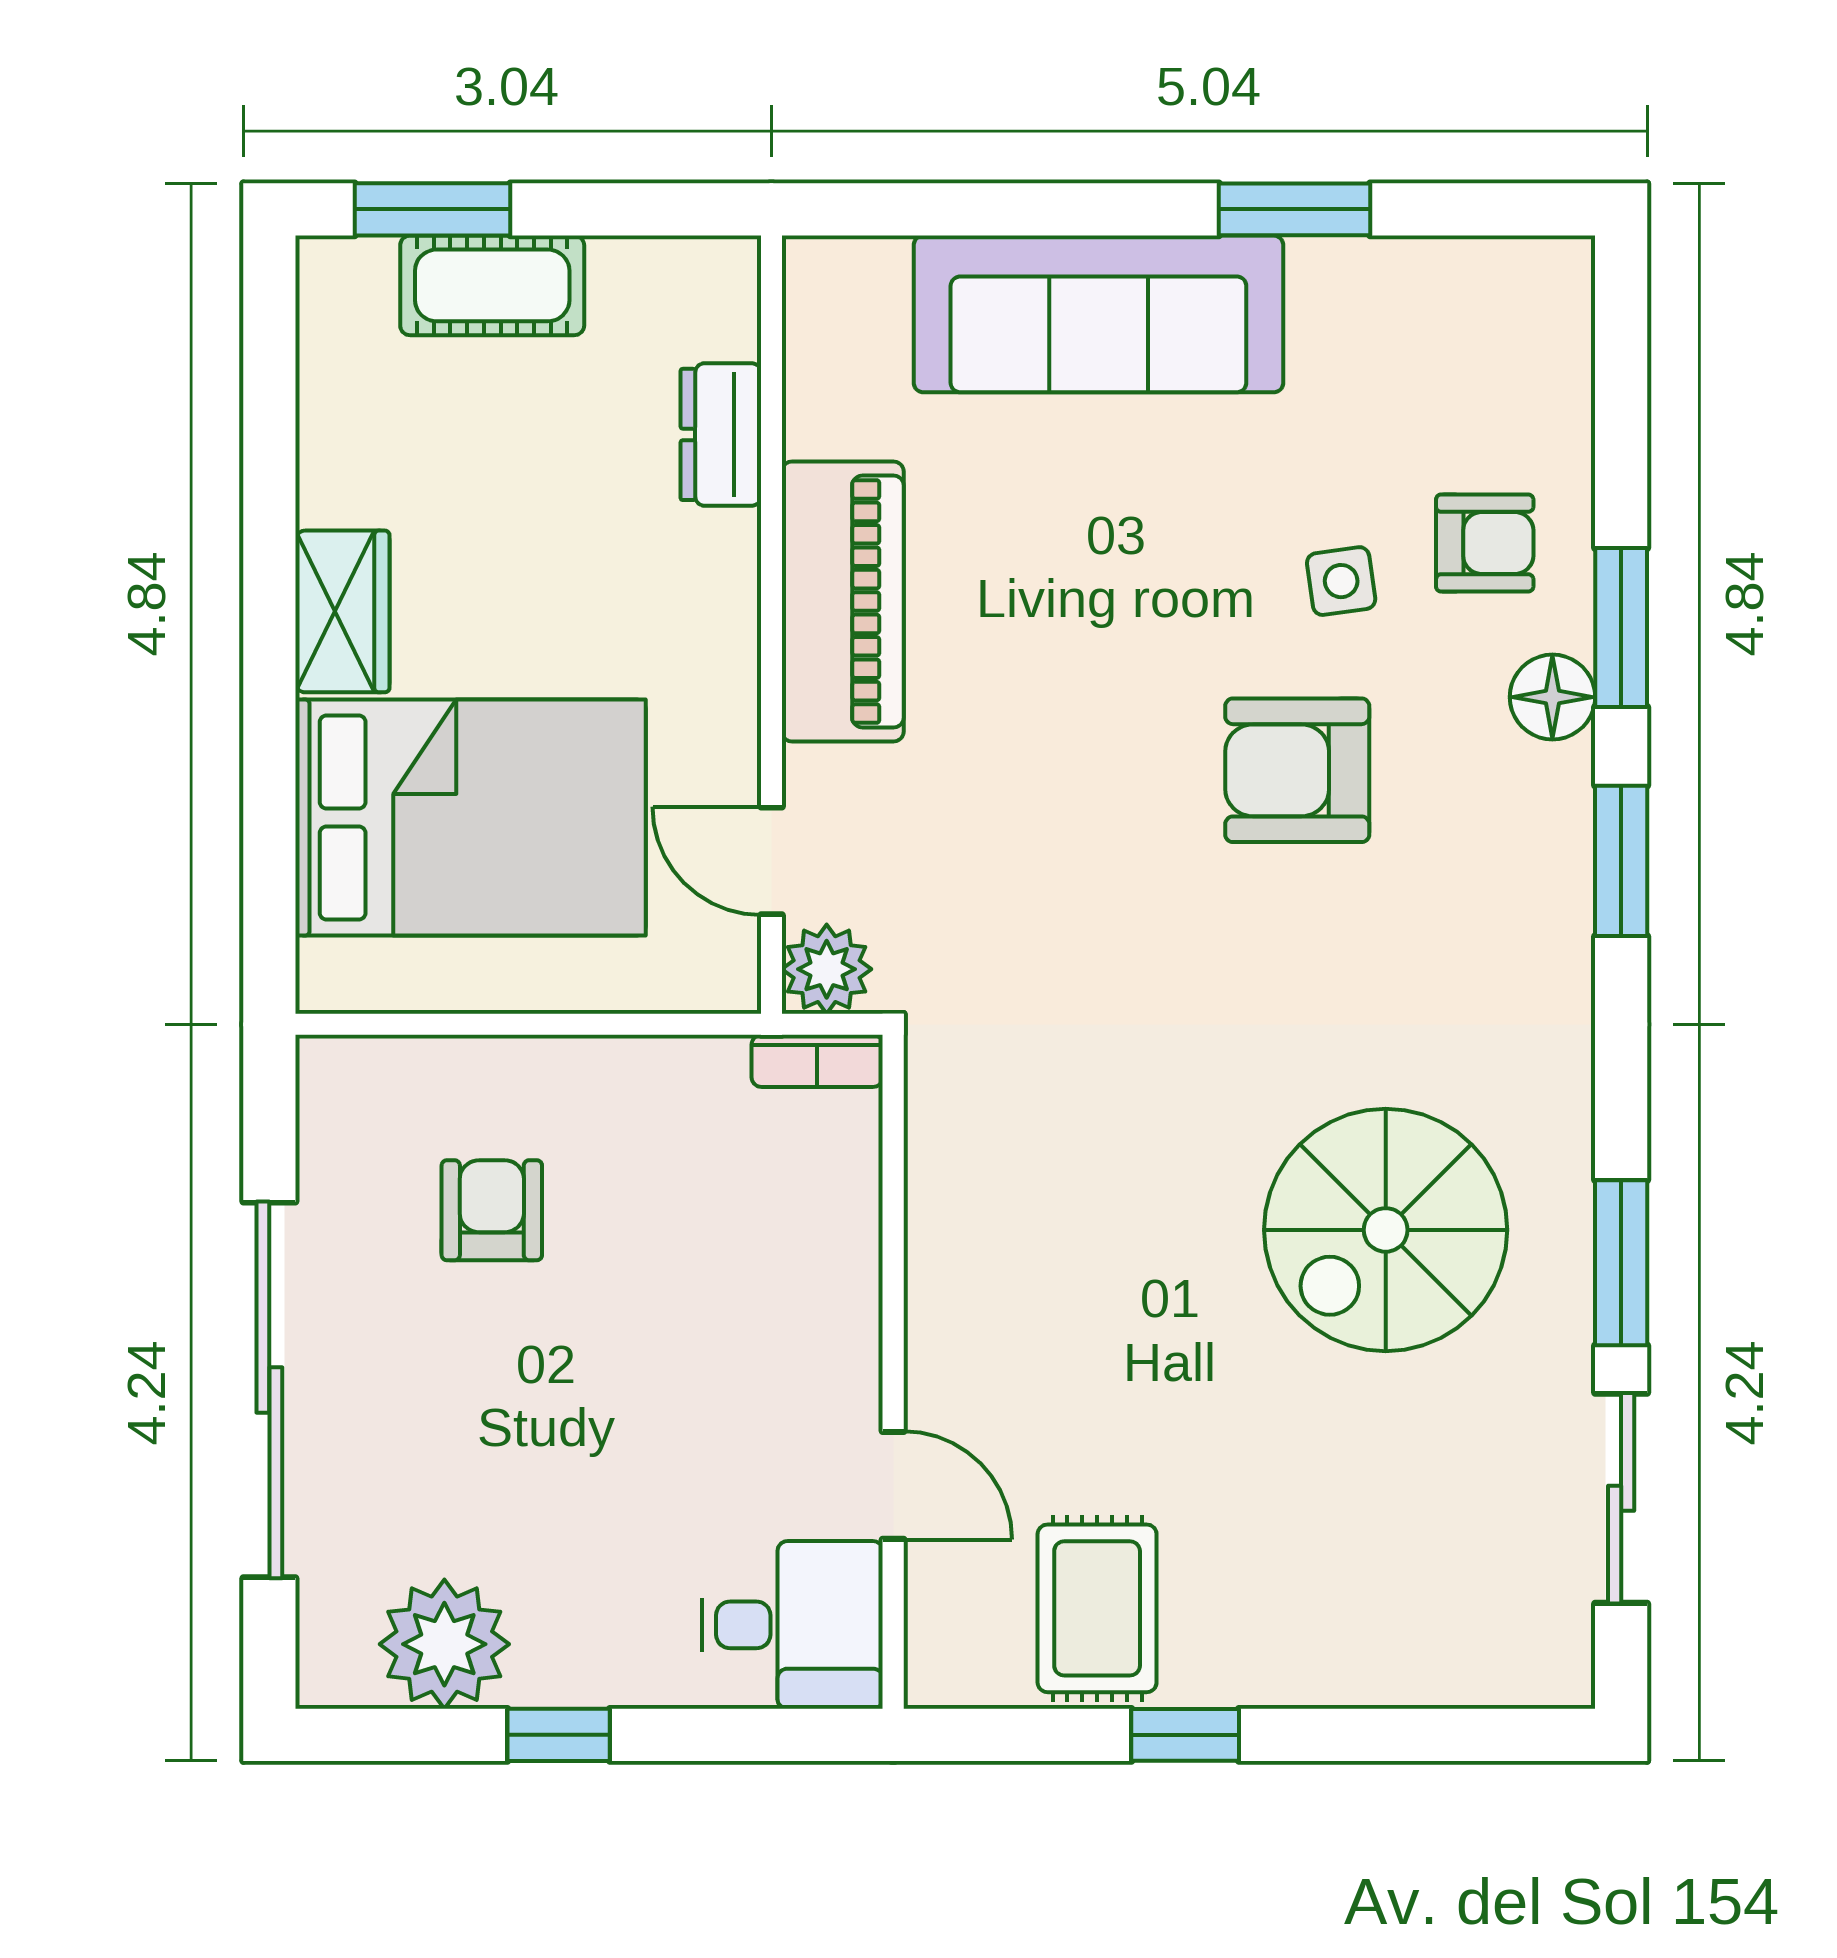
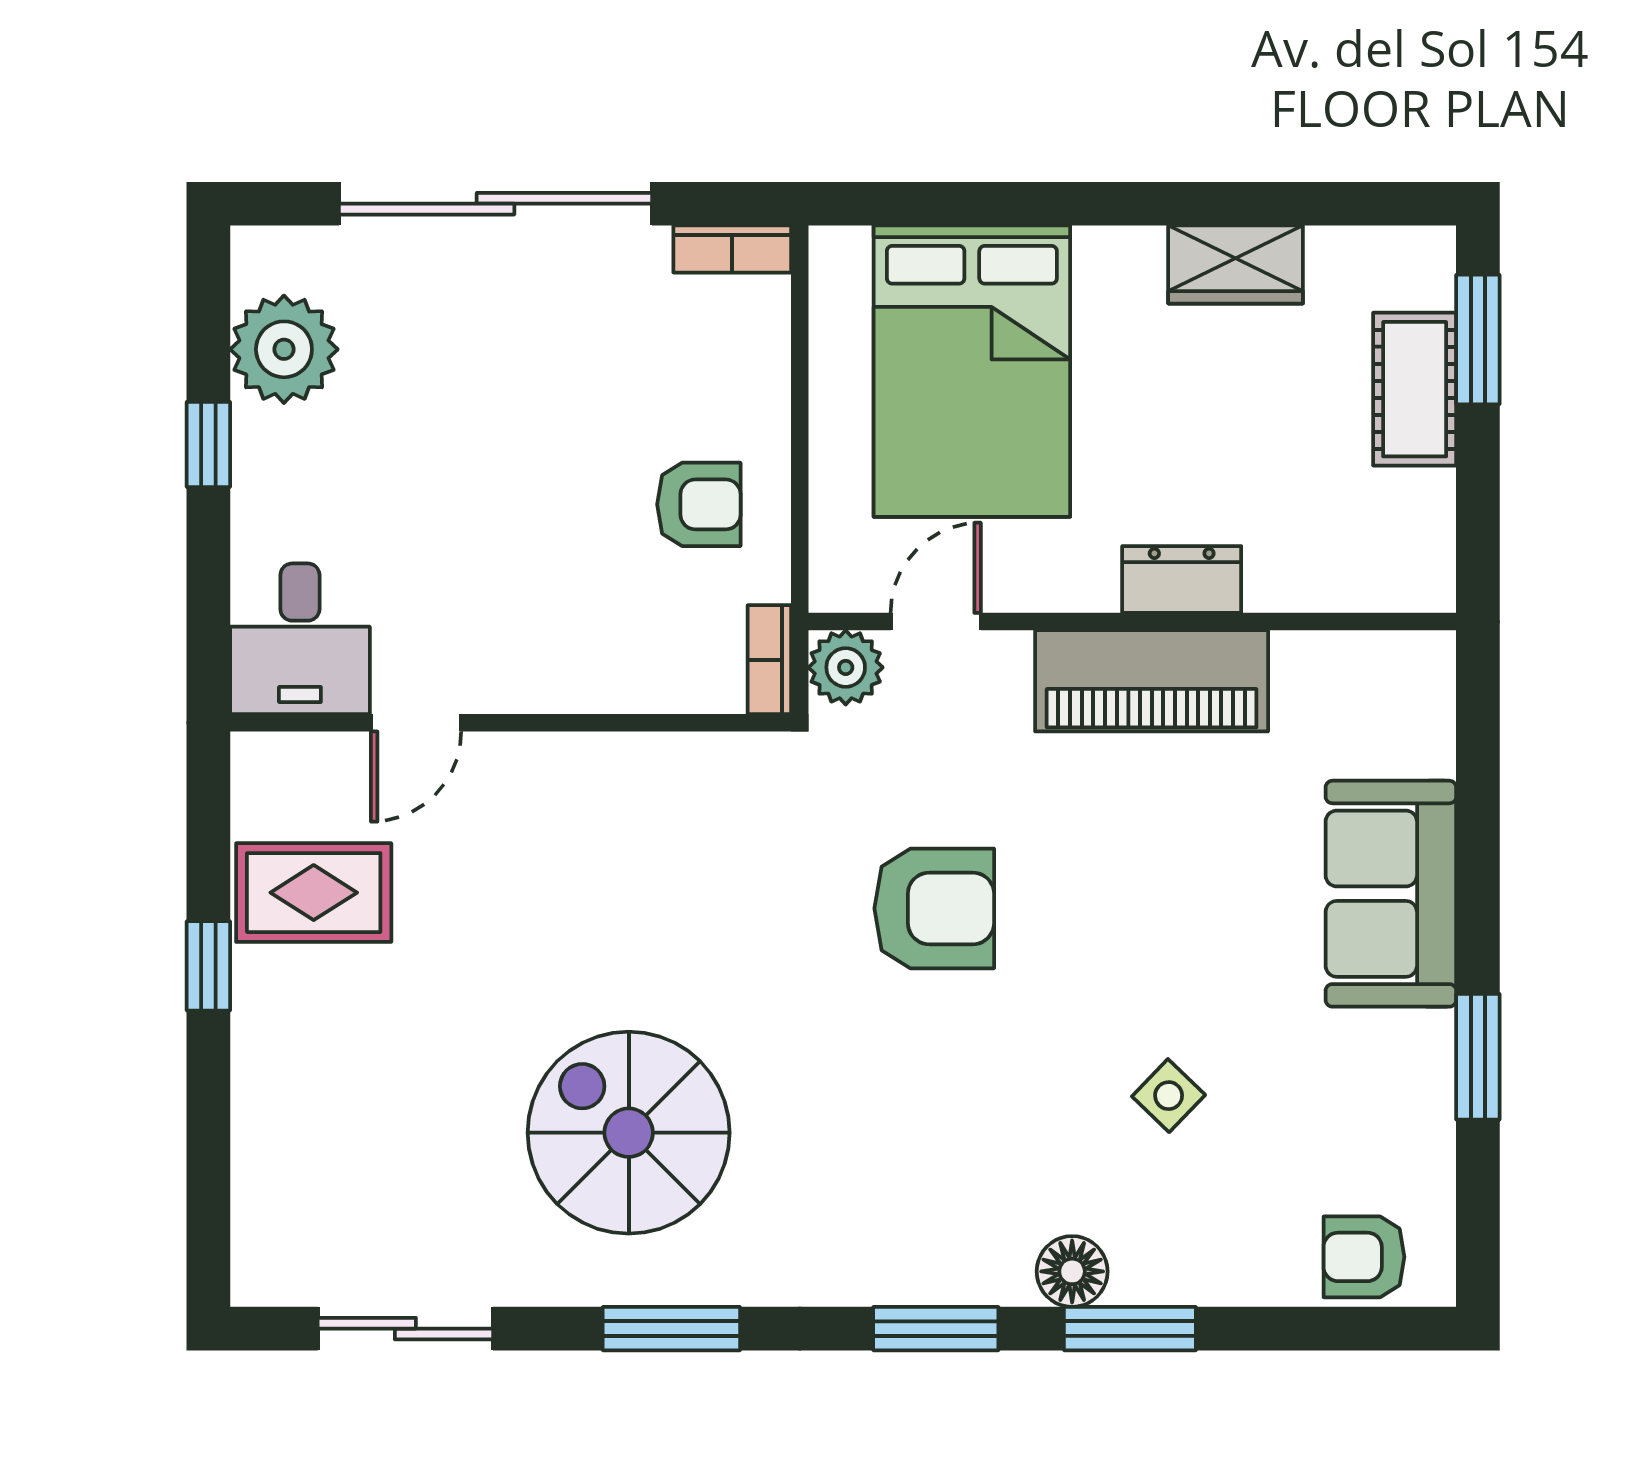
sofa: (1098, 314) -> (1391, 894), width x0.73
dresser: (721, 434) -> (1182, 579), moved
armchair: (1485, 543) -> (1364, 1257), moved, turned 90
side table: (1341, 581) -> (1169, 1096), turned -38
wardrobe: (342, 611) -> (1236, 264), moved
armchair: (1297, 770) -> (934, 908), moved, turned 90
bookcase: (324, 1105) -> (732, 249), added
armchair: (492, 1210) -> (699, 504), moved
window: (1621, 1263) -> (671, 1329), moved

